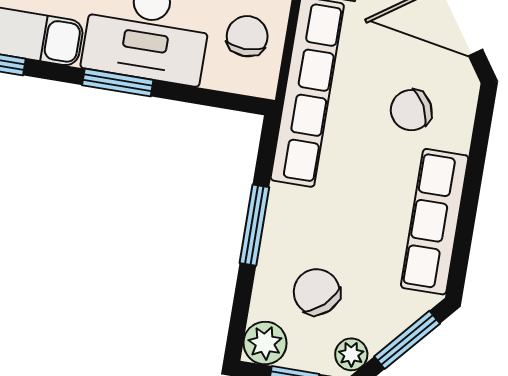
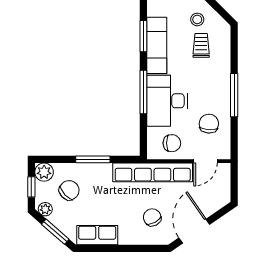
window: (118, 83) -> (143, 92), width x1.44
row of seats: (435, 222) -> (97, 235), width x0.68

